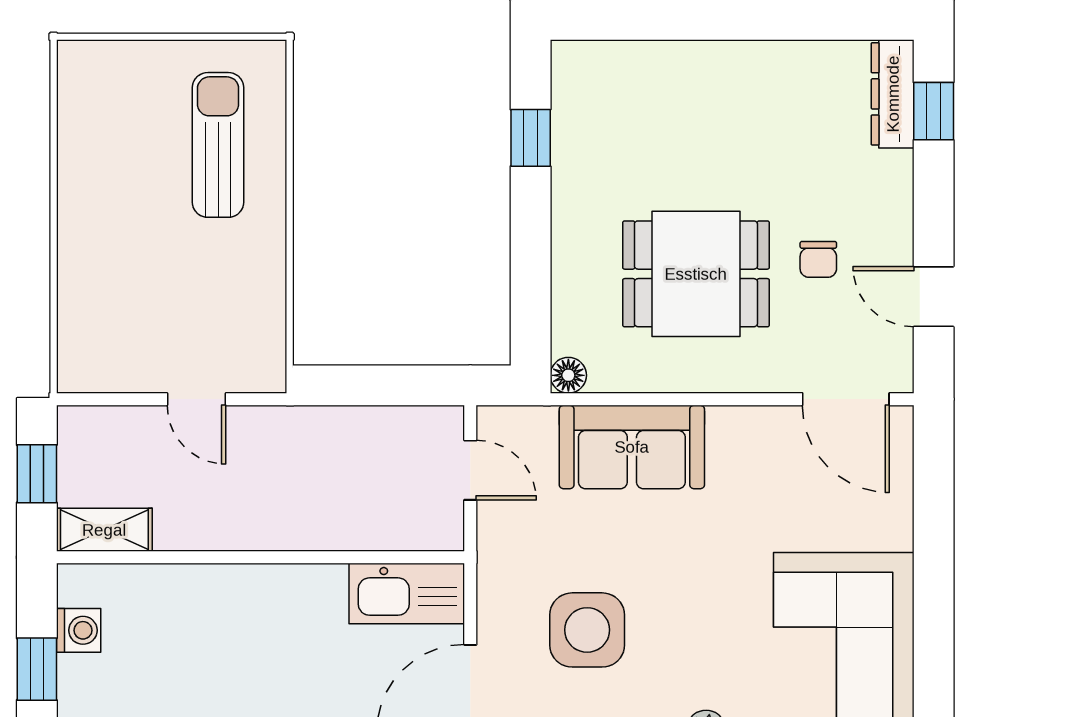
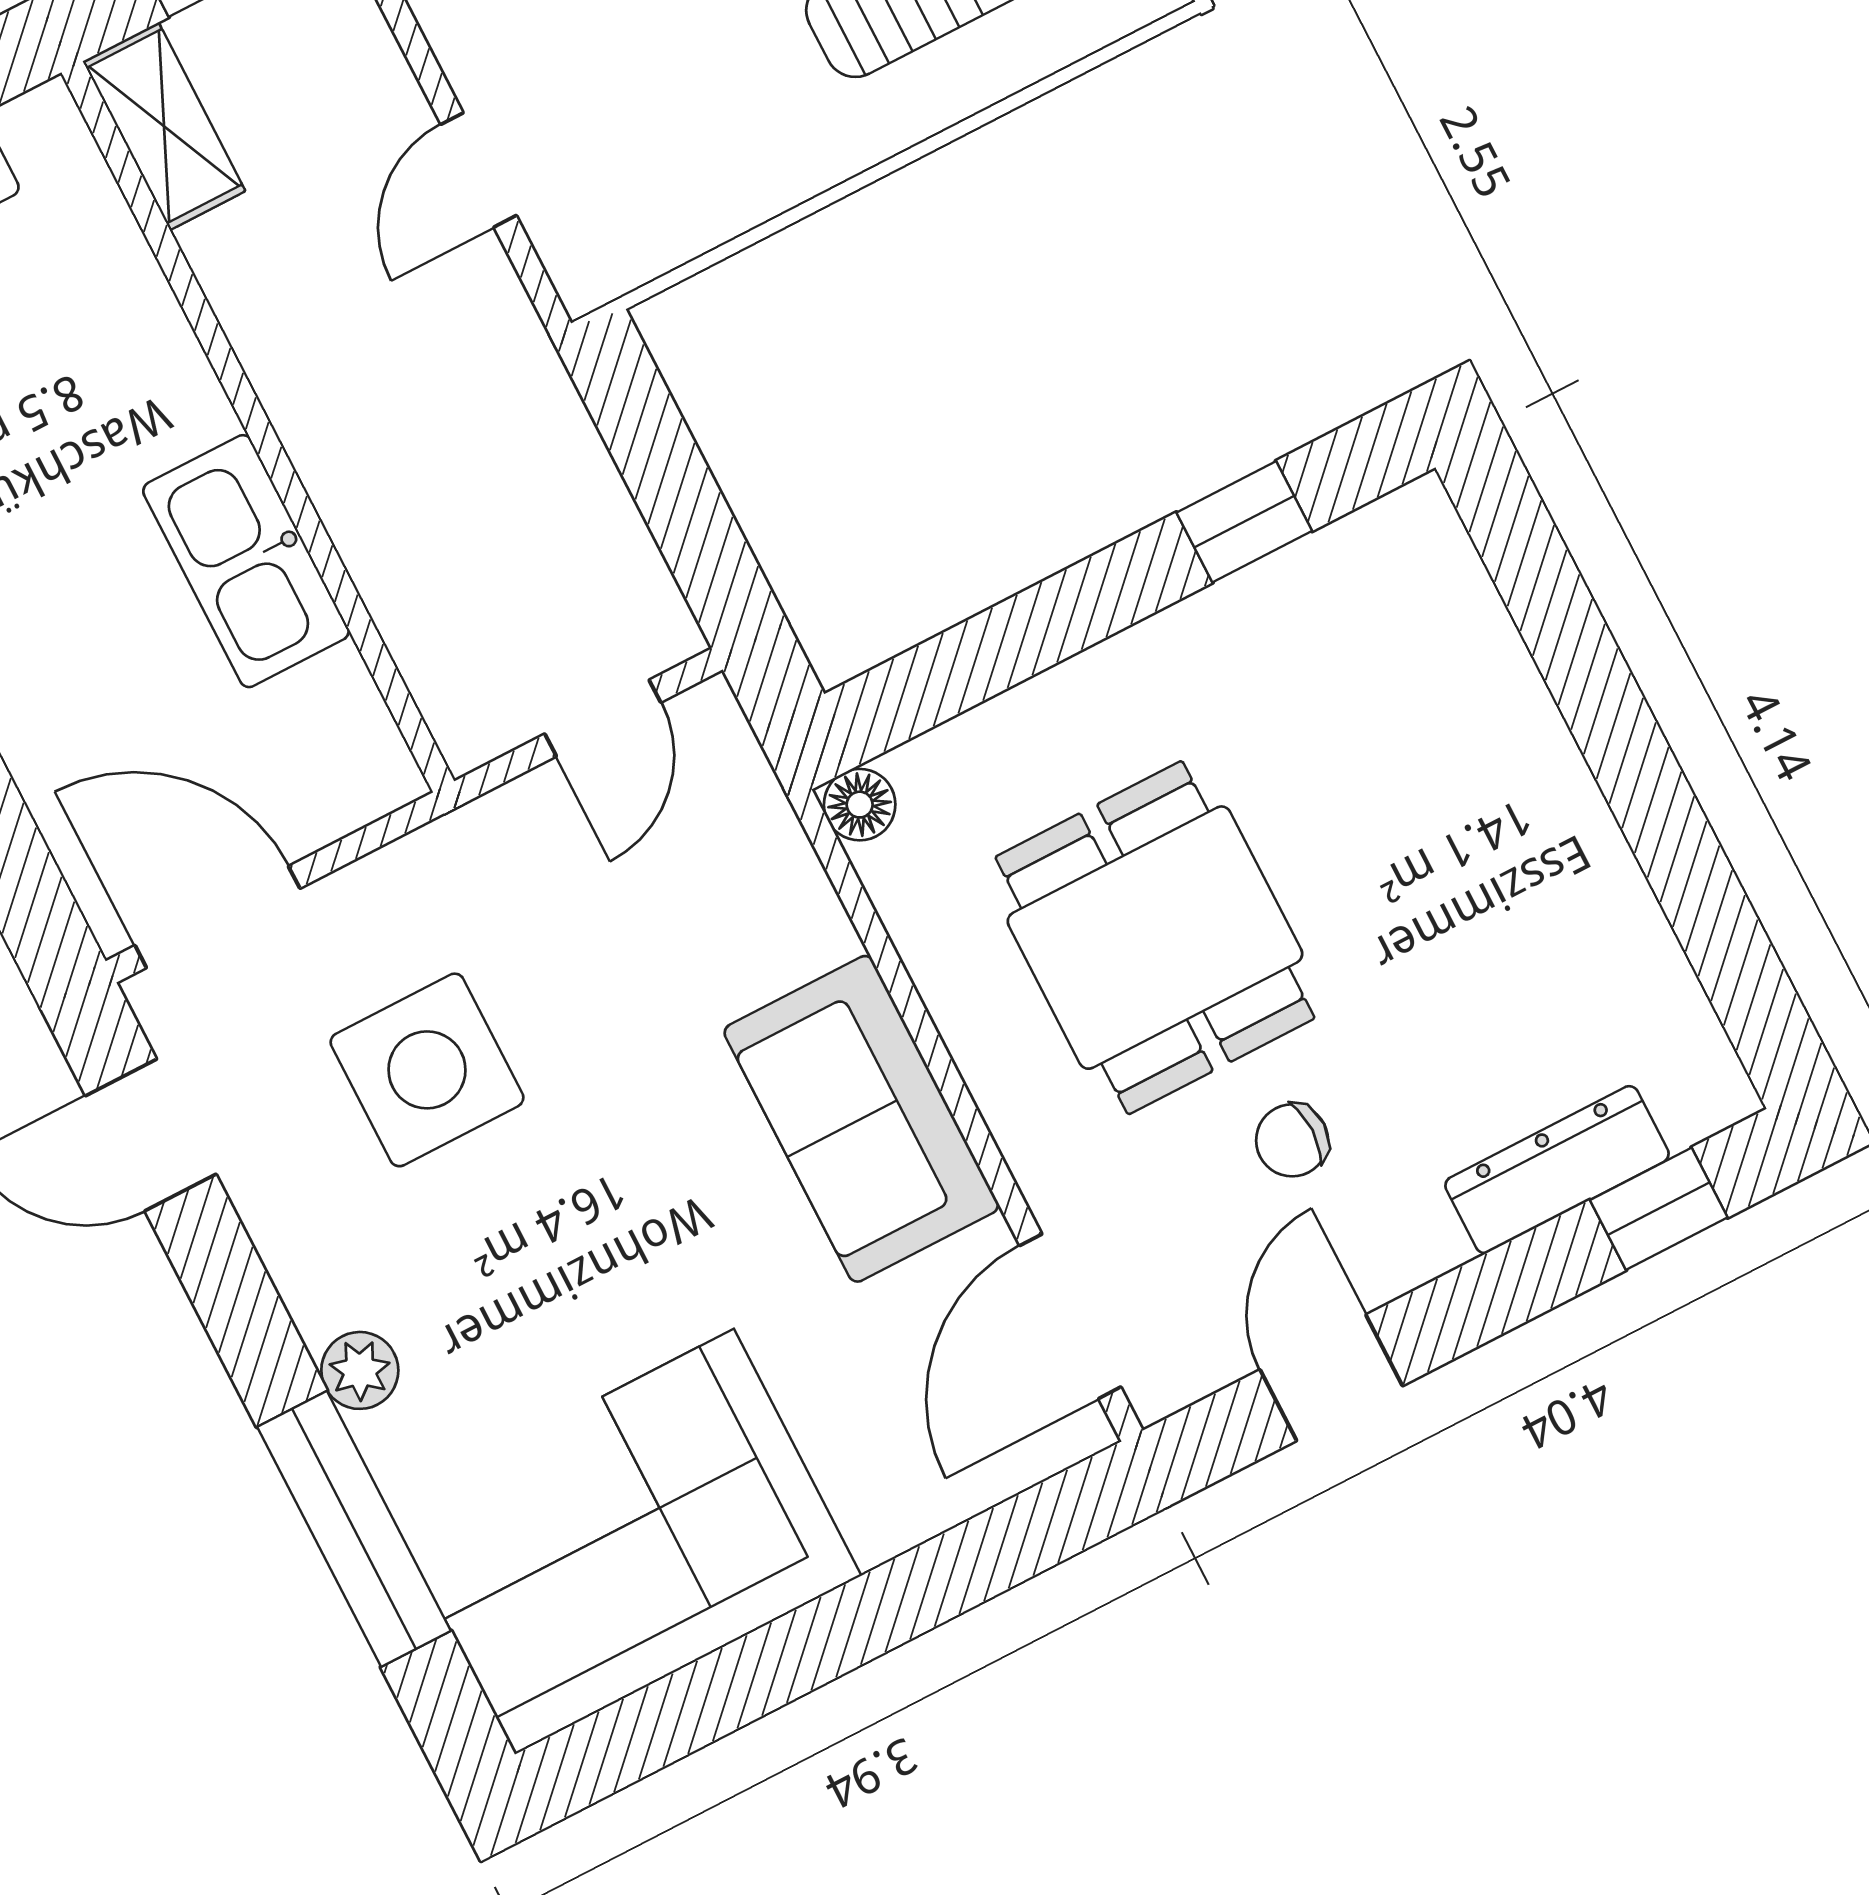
dresser: (893, 94) -> (1557, 1170), moved
sofa: (632, 447) -> (861, 1119), moved
kitchen sink: (407, 593) -> (246, 561), moved

